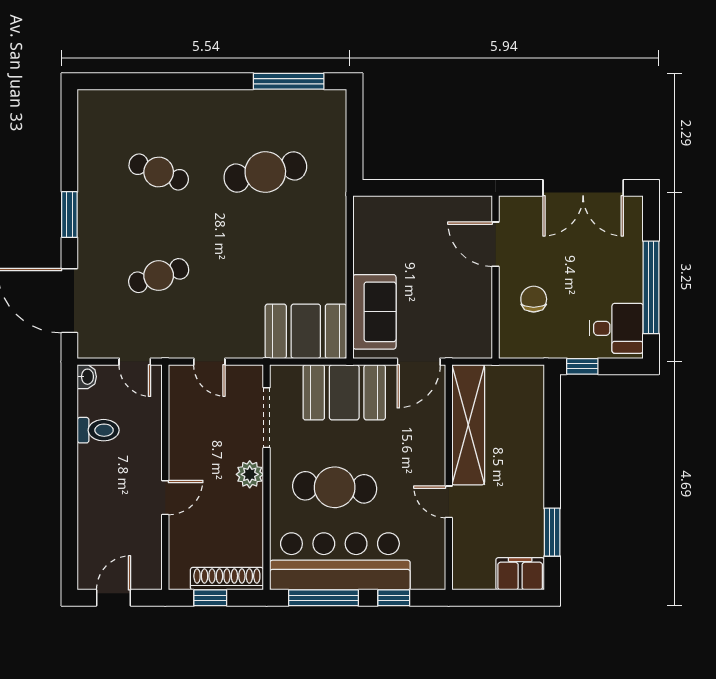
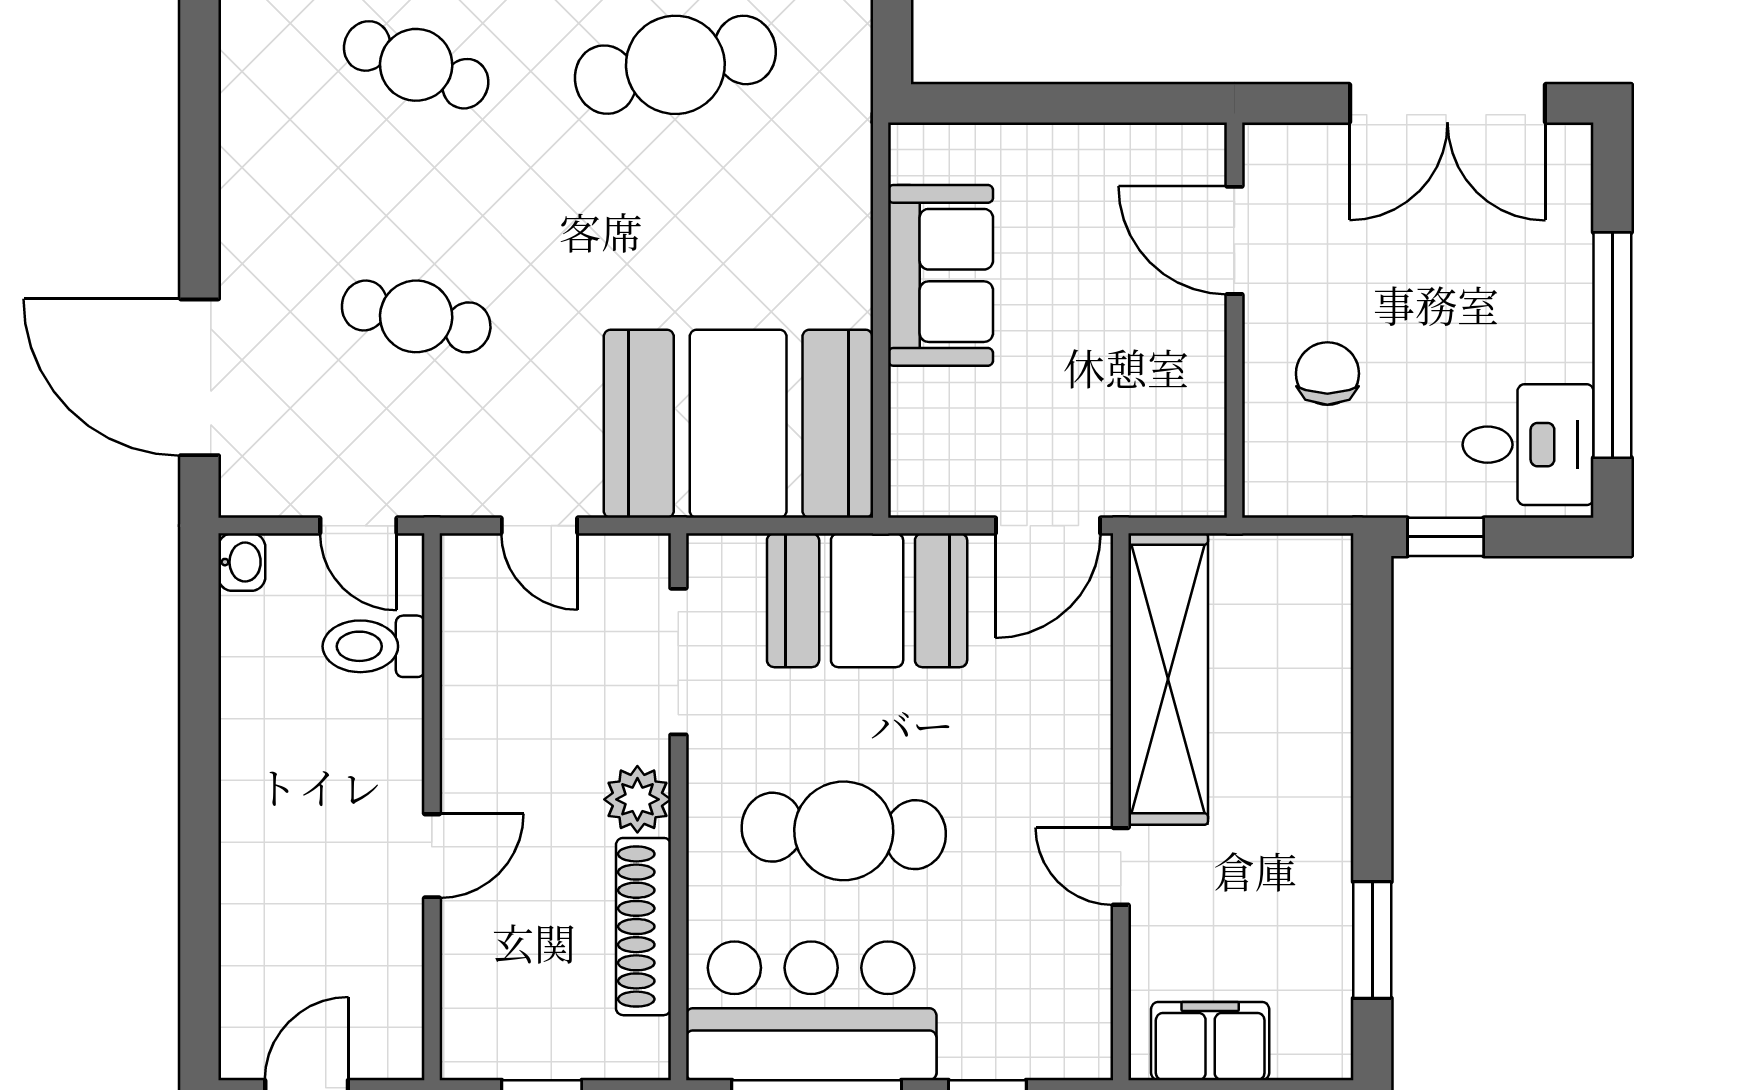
window: (69, 215) -> (199, 168), removed
cafe table: (159, 276) -> (416, 316), turned 30
sofa: (374, 312) -> (941, 275), moved
booth: (306, 331) -> (738, 424), width x1.36, depth x1.42
toilet: (98, 430) -> (374, 646), moved, turned 180
bar counter: (340, 561) -> (811, 1011), width x0.73
filing cabinet: (520, 574) -> (1210, 1041), moved
shoe rack: (227, 579) -> (643, 927), moved, turned -90

